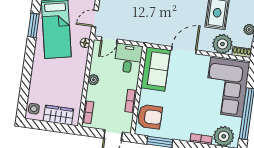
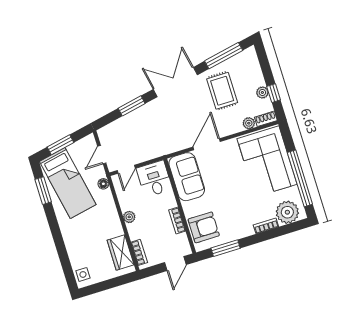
plant: (222, 44) -> (249, 123), width x0.53, depth x0.53
wardrobe: (58, 115) -> (121, 253), moved, turned -90

